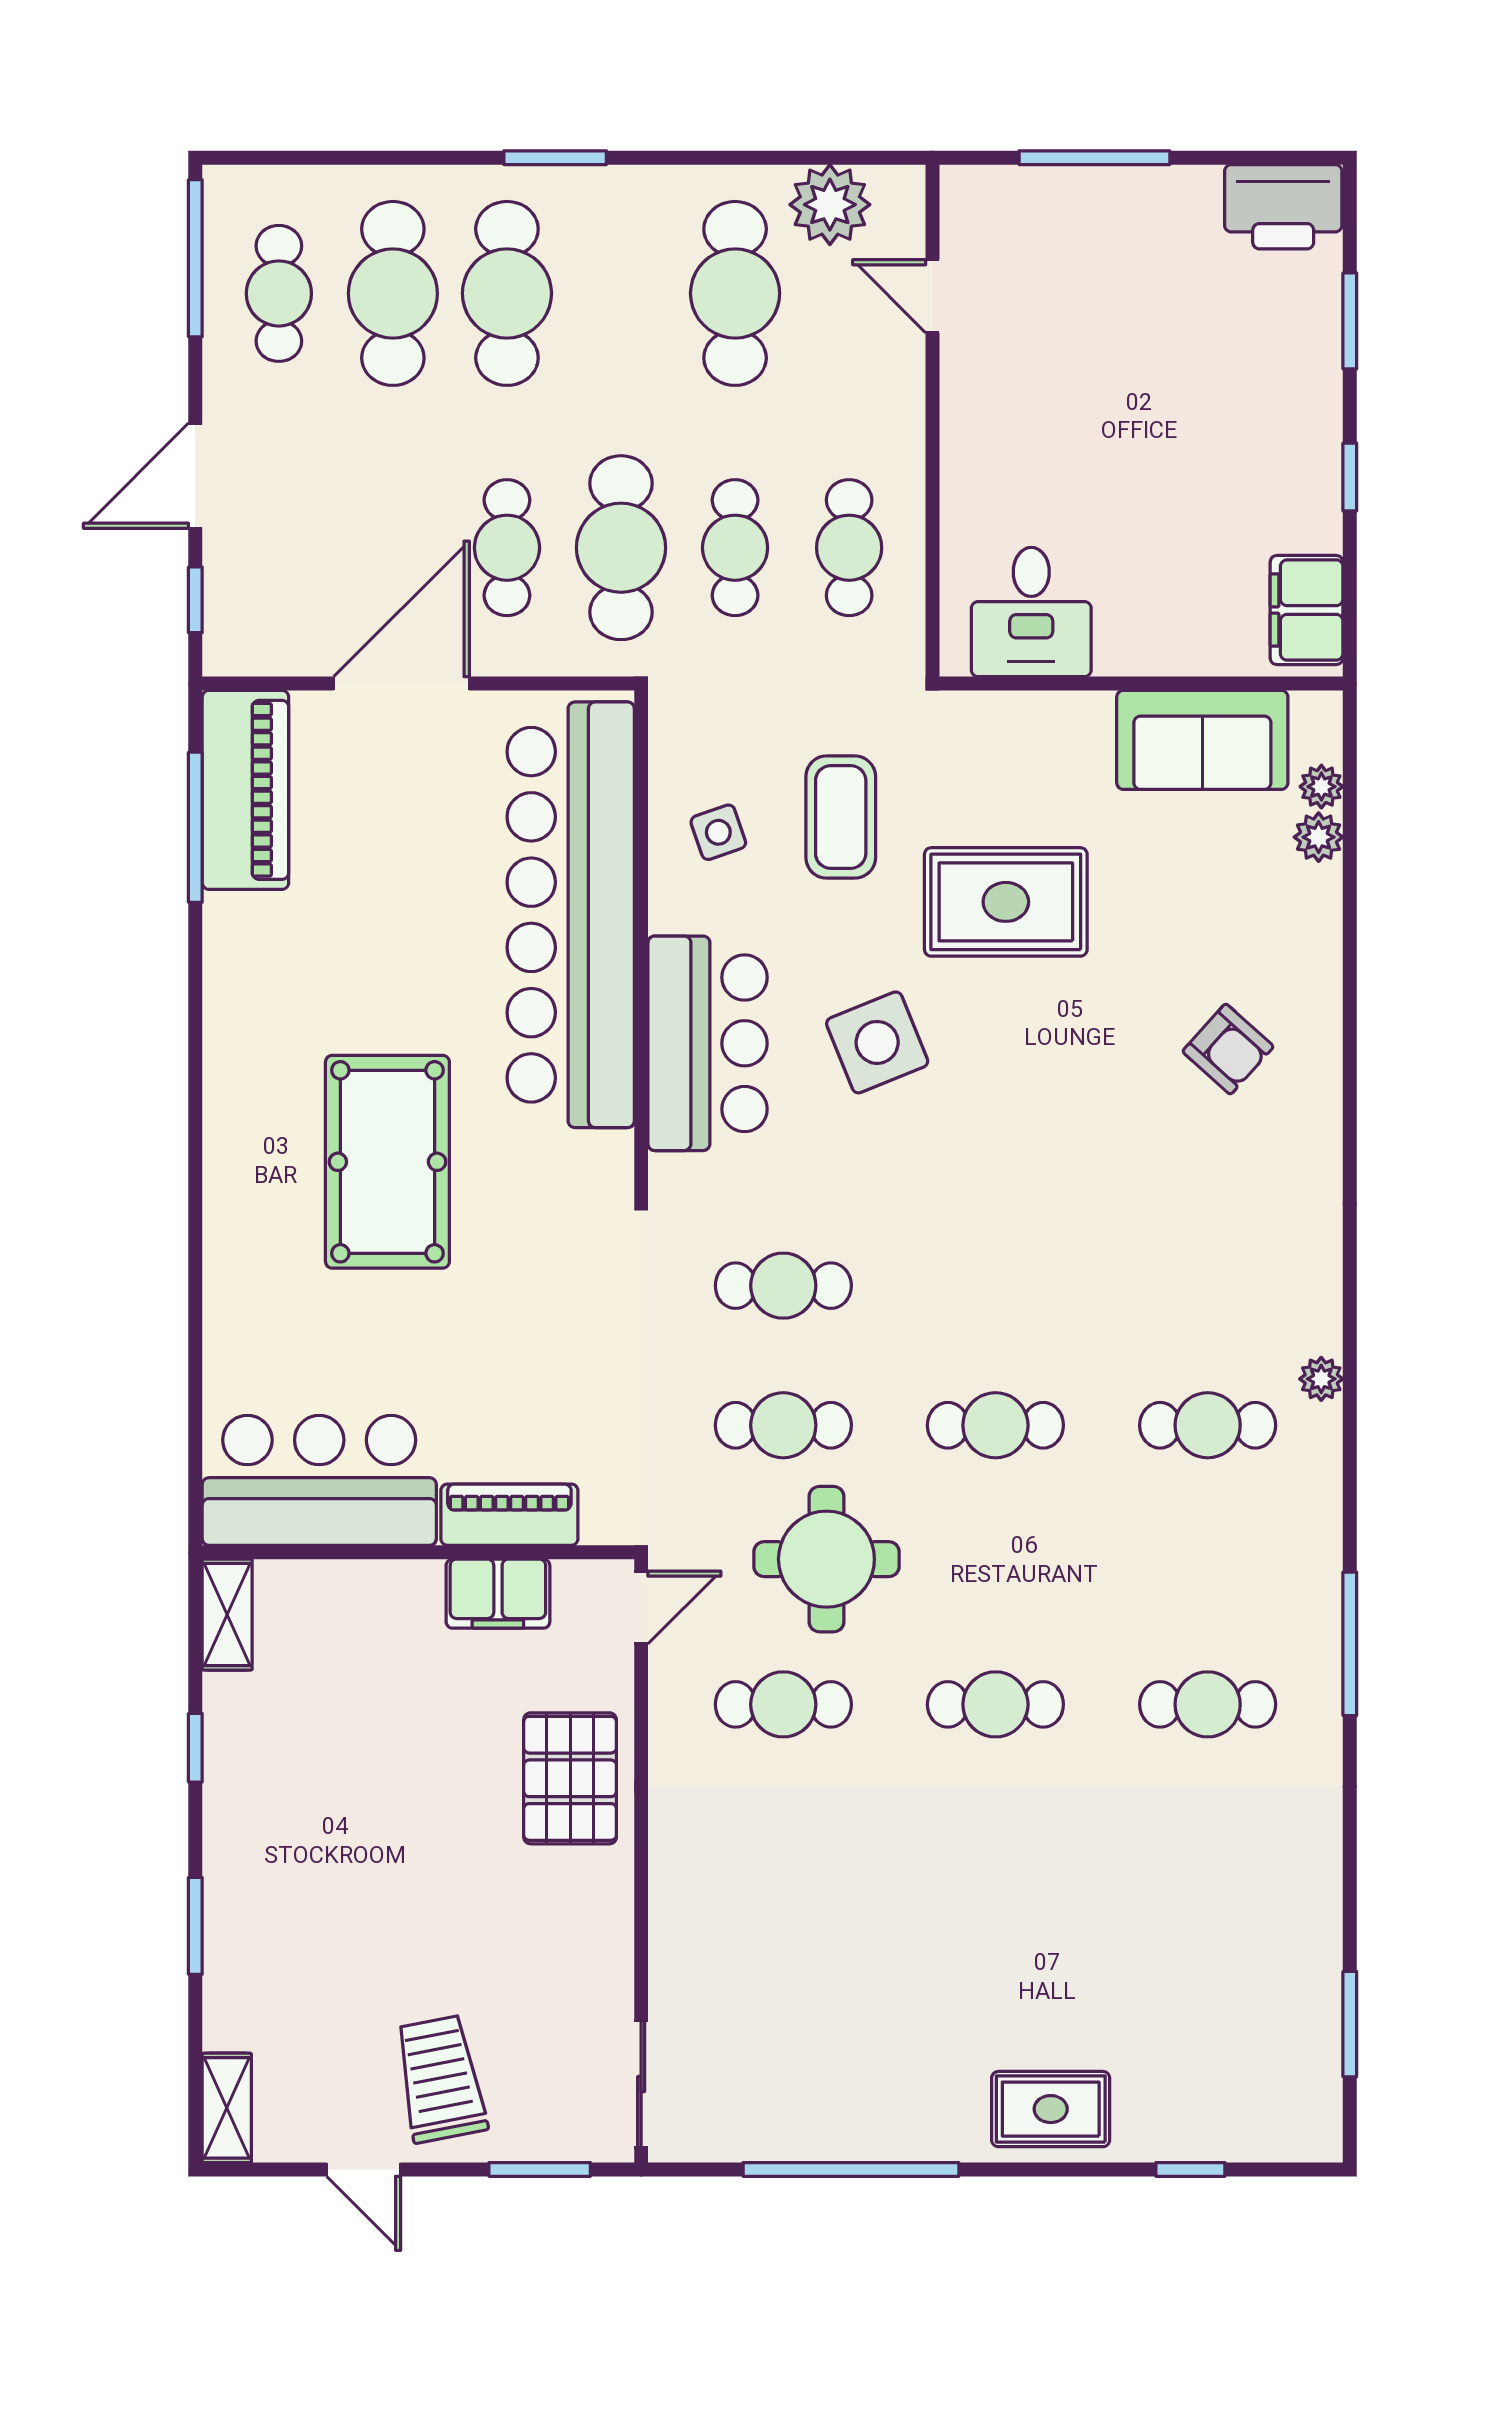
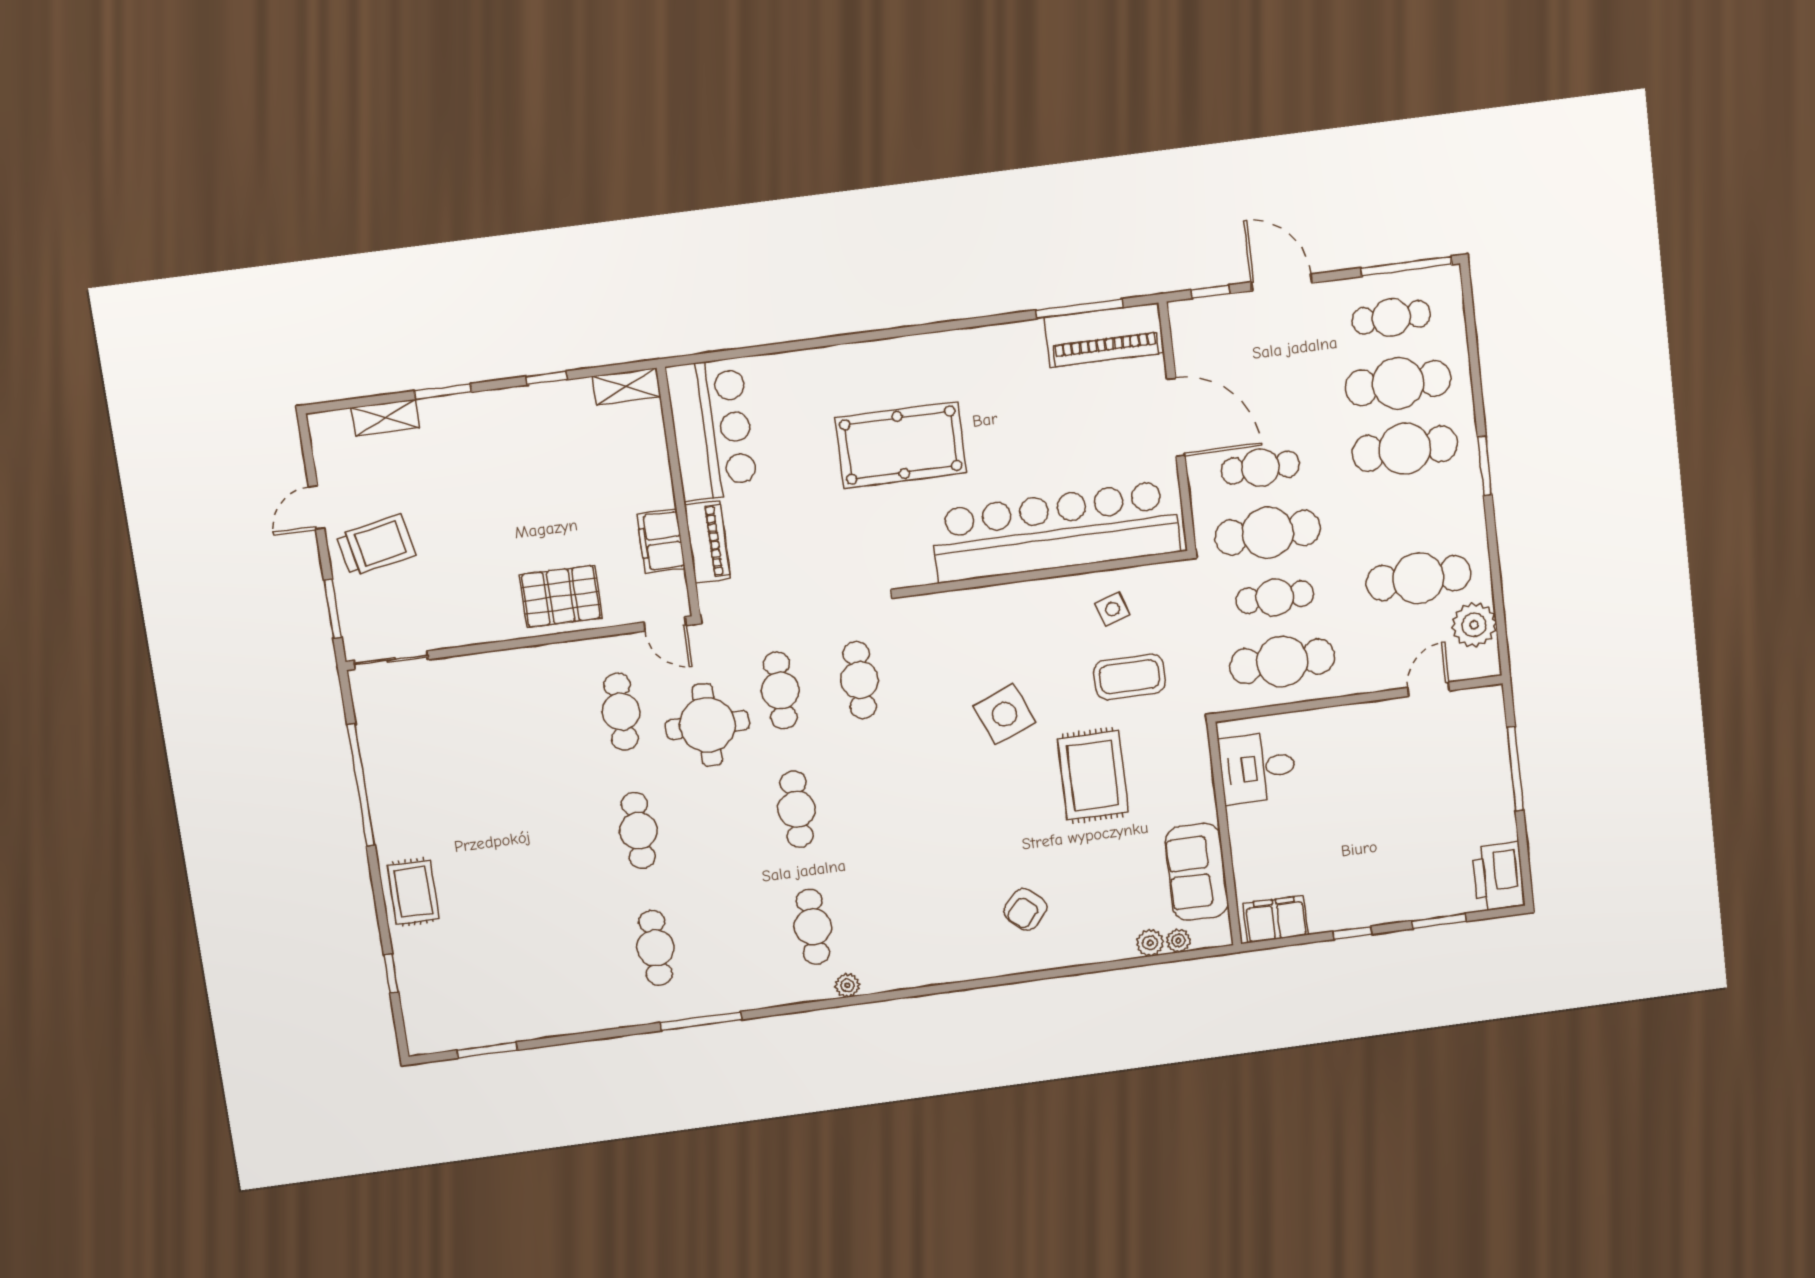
cafe table: (849, 548) -> (1282, 661), width x1.37, depth x1.35
bar counter: (708, 1043) -> (992, 619), removed
shelving: (227, 2108) -> (385, 418), moved

